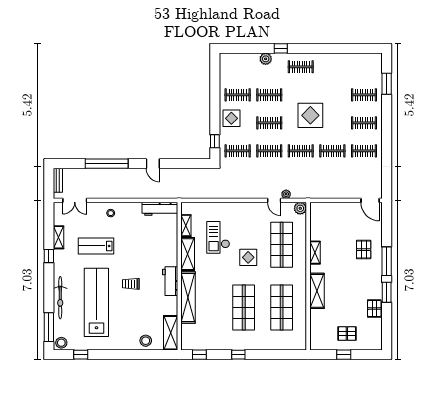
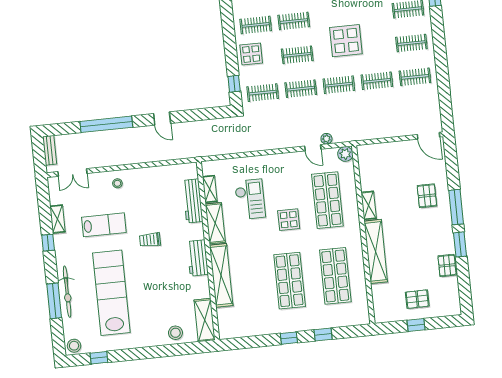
workbench: (160, 209) -> (193, 201), moved, turned 90
checkout: (218, 237) -> (250, 199), turned 180
lab bench: (96, 246) -> (104, 225), turned 180
trolley: (131, 284) -> (150, 240), moved
shelving: (317, 291) -> (376, 251), width x1.47
window: (49, 327) -> (54, 301), moved
window: (199, 355) -> (323, 335), moved

